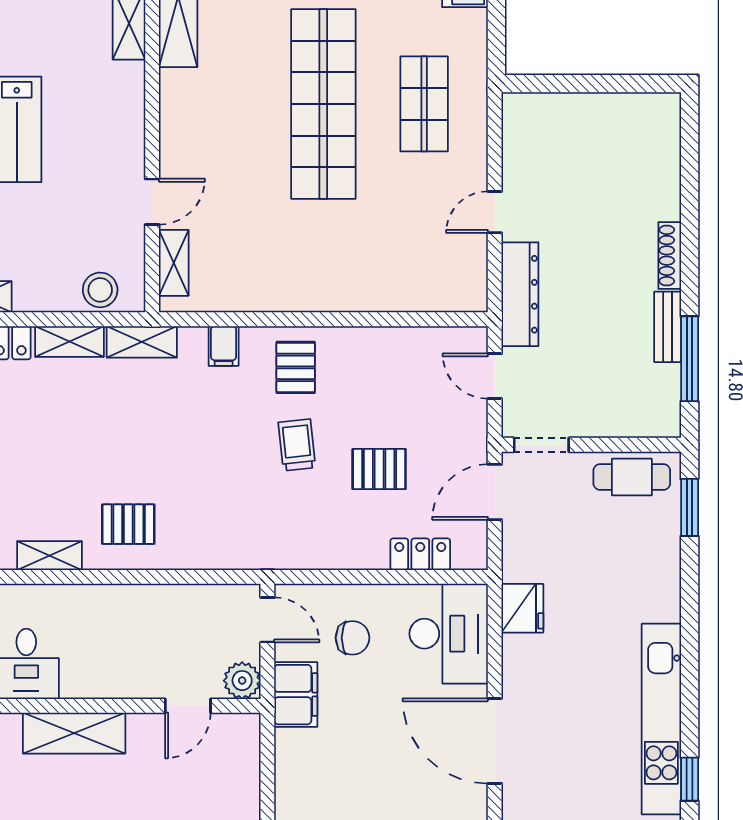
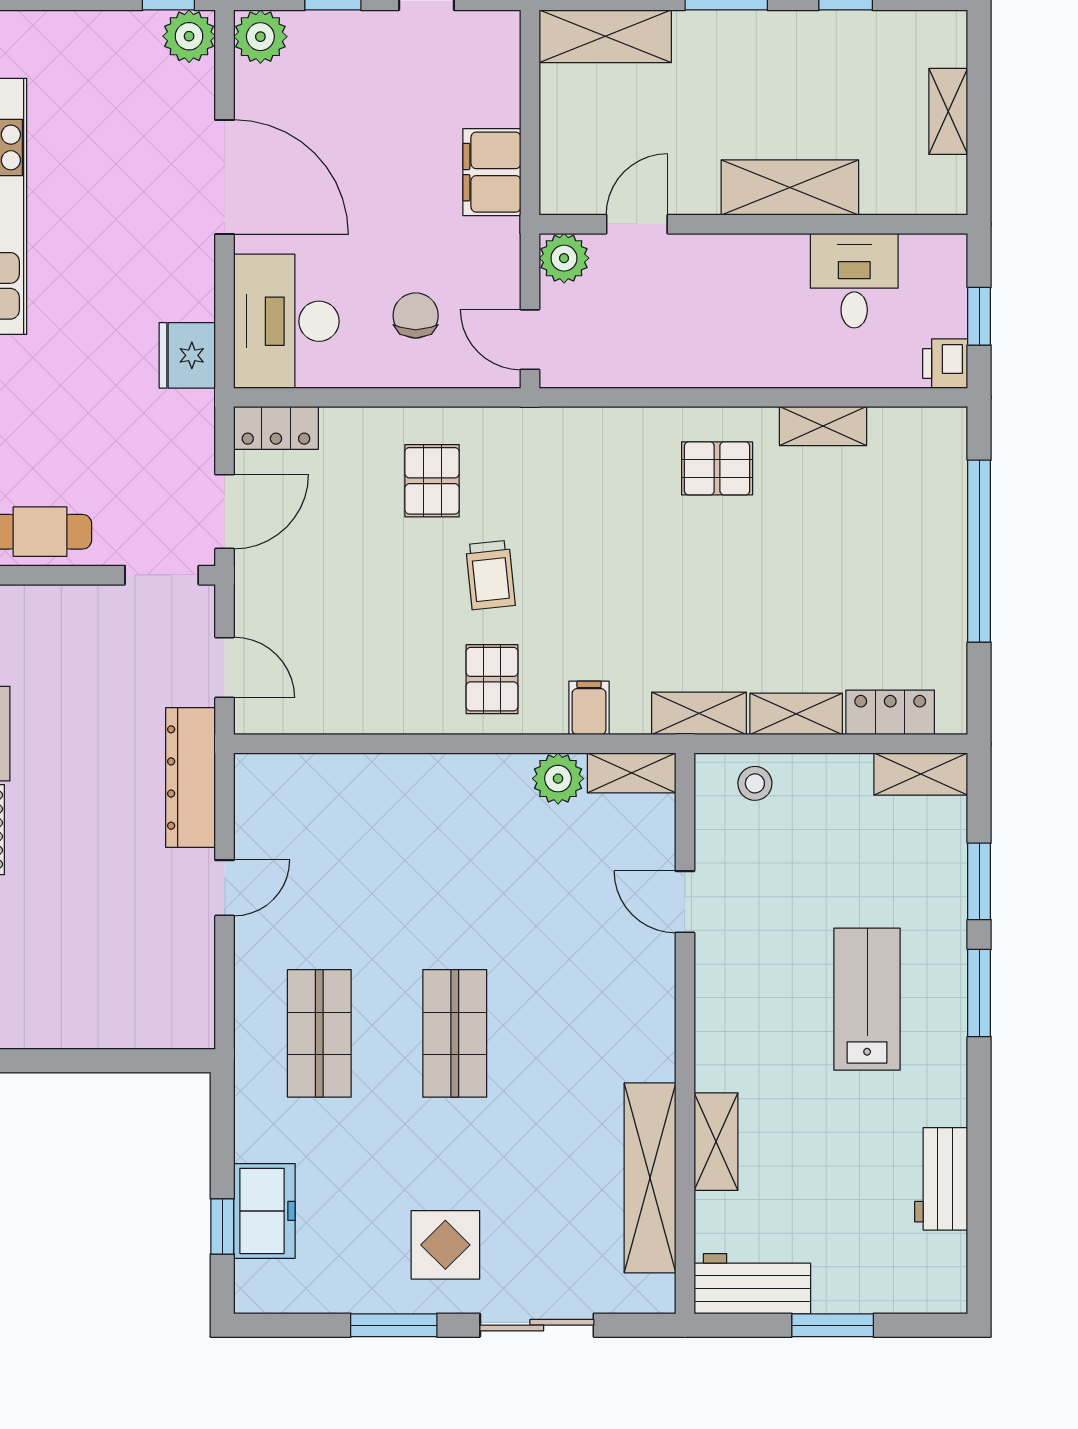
shop shelf: (323, 104) -> (455, 1033), width x0.50, depth x0.74
door: (152, 202) -> (685, 902), hinge flipped
shelving: (174, 263) -> (632, 773), moved, turned 90
stool: (100, 290) -> (755, 783), width x0.73, depth x0.73
plant: (247, 293) -> (558, 779), added
pallet: (379, 469) -> (432, 481), moved, turned 90
locker: (420, 554) -> (276, 428), moved
chair: (352, 638) -> (416, 316), turned 90
filing cabinet: (296, 695) -> (492, 172), moved

